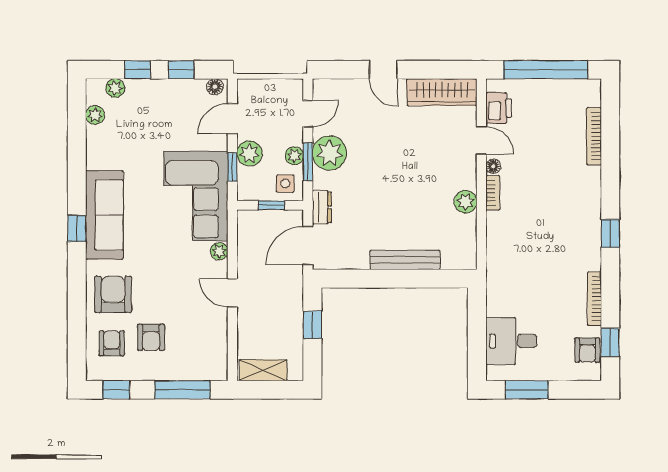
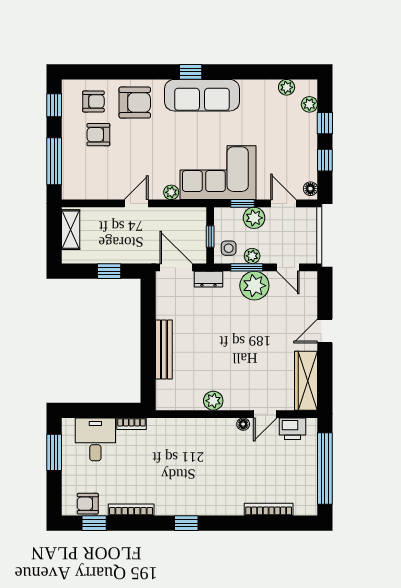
bookcase: (493, 193) -> (132, 424), moved

